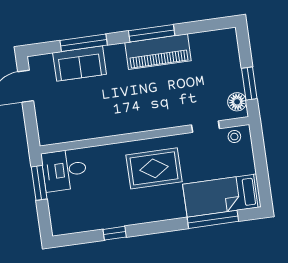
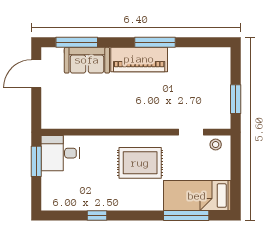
window: (84, 43) -> (77, 42), moved
piano: (158, 52) -> (139, 59), moved
floor lamp: (237, 102) -> (222, 114), removed

